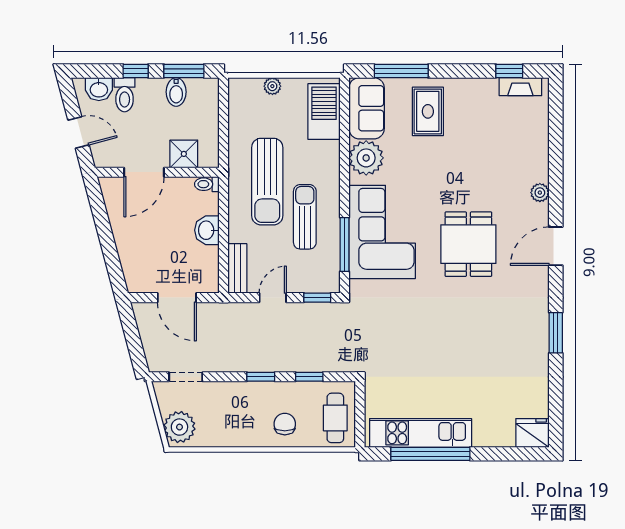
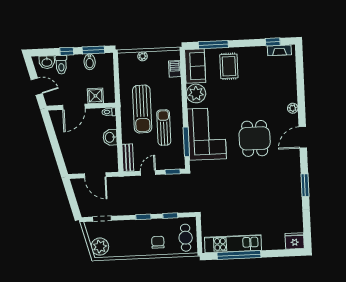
barbecue: (324, 112) -> (175, 69), width x0.53, depth x0.65

